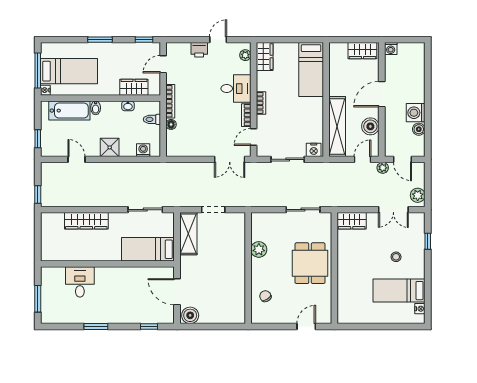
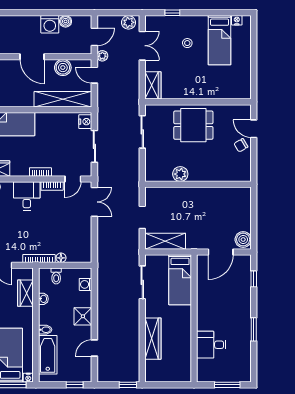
door: (254, 137) -> (73, 179), hinge flipped
chair: (265, 296) -> (241, 145), moved

